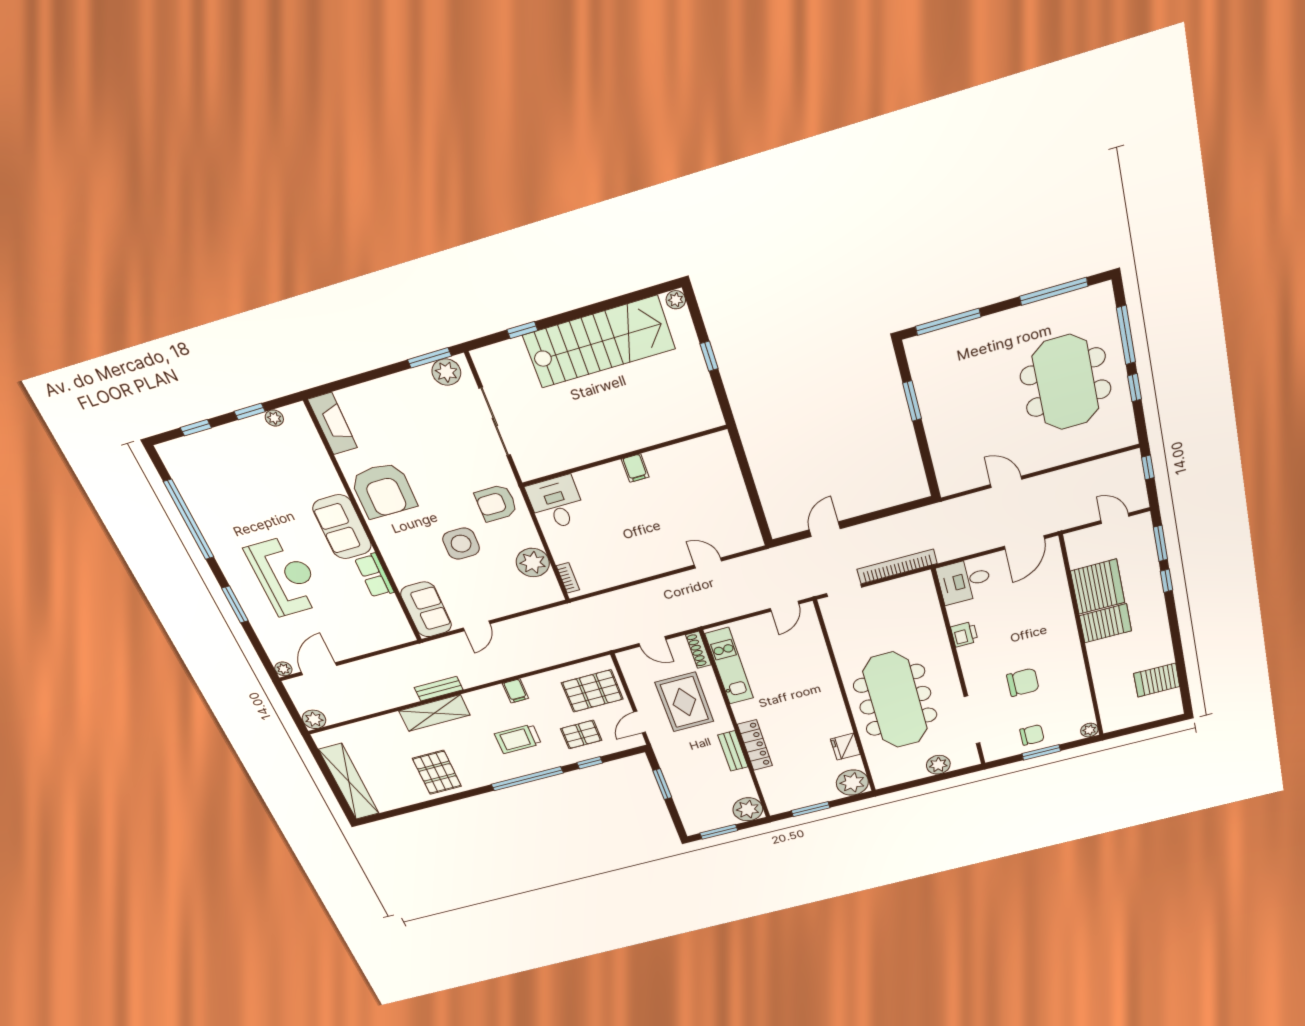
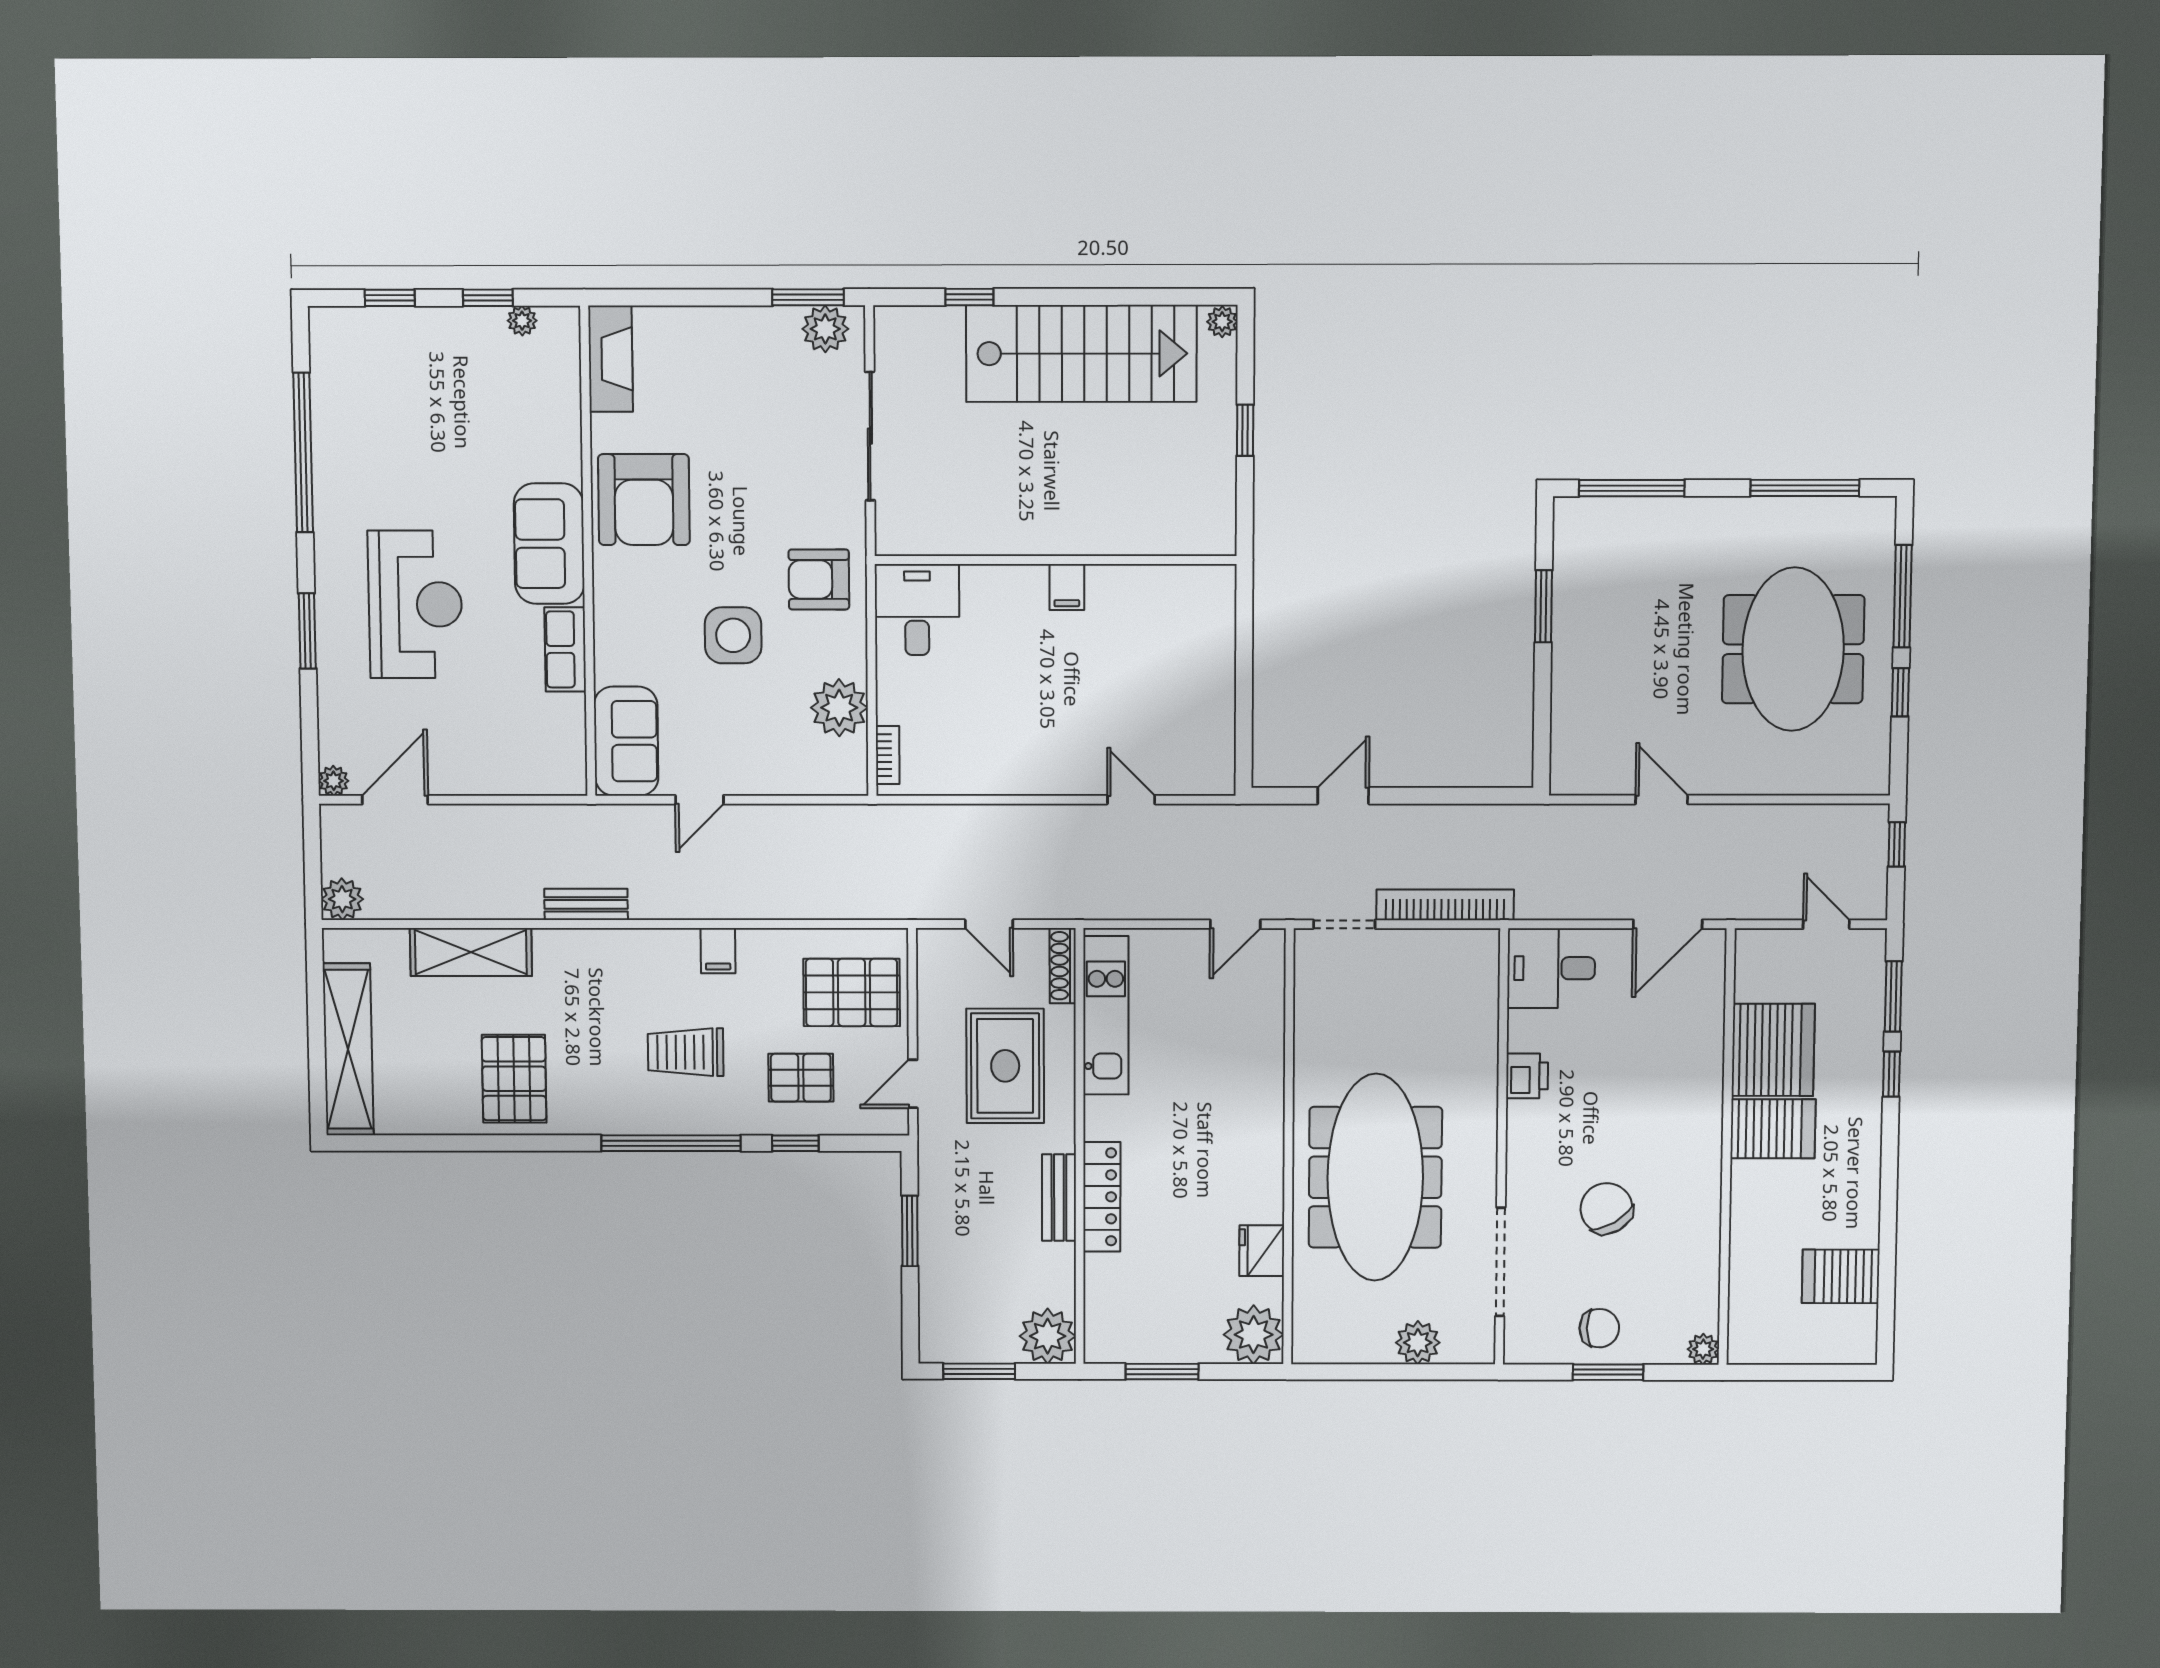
chair: (1023, 682) -> (1606, 1208), turned -121
shelving: (434, 713) -> (471, 952), moved

